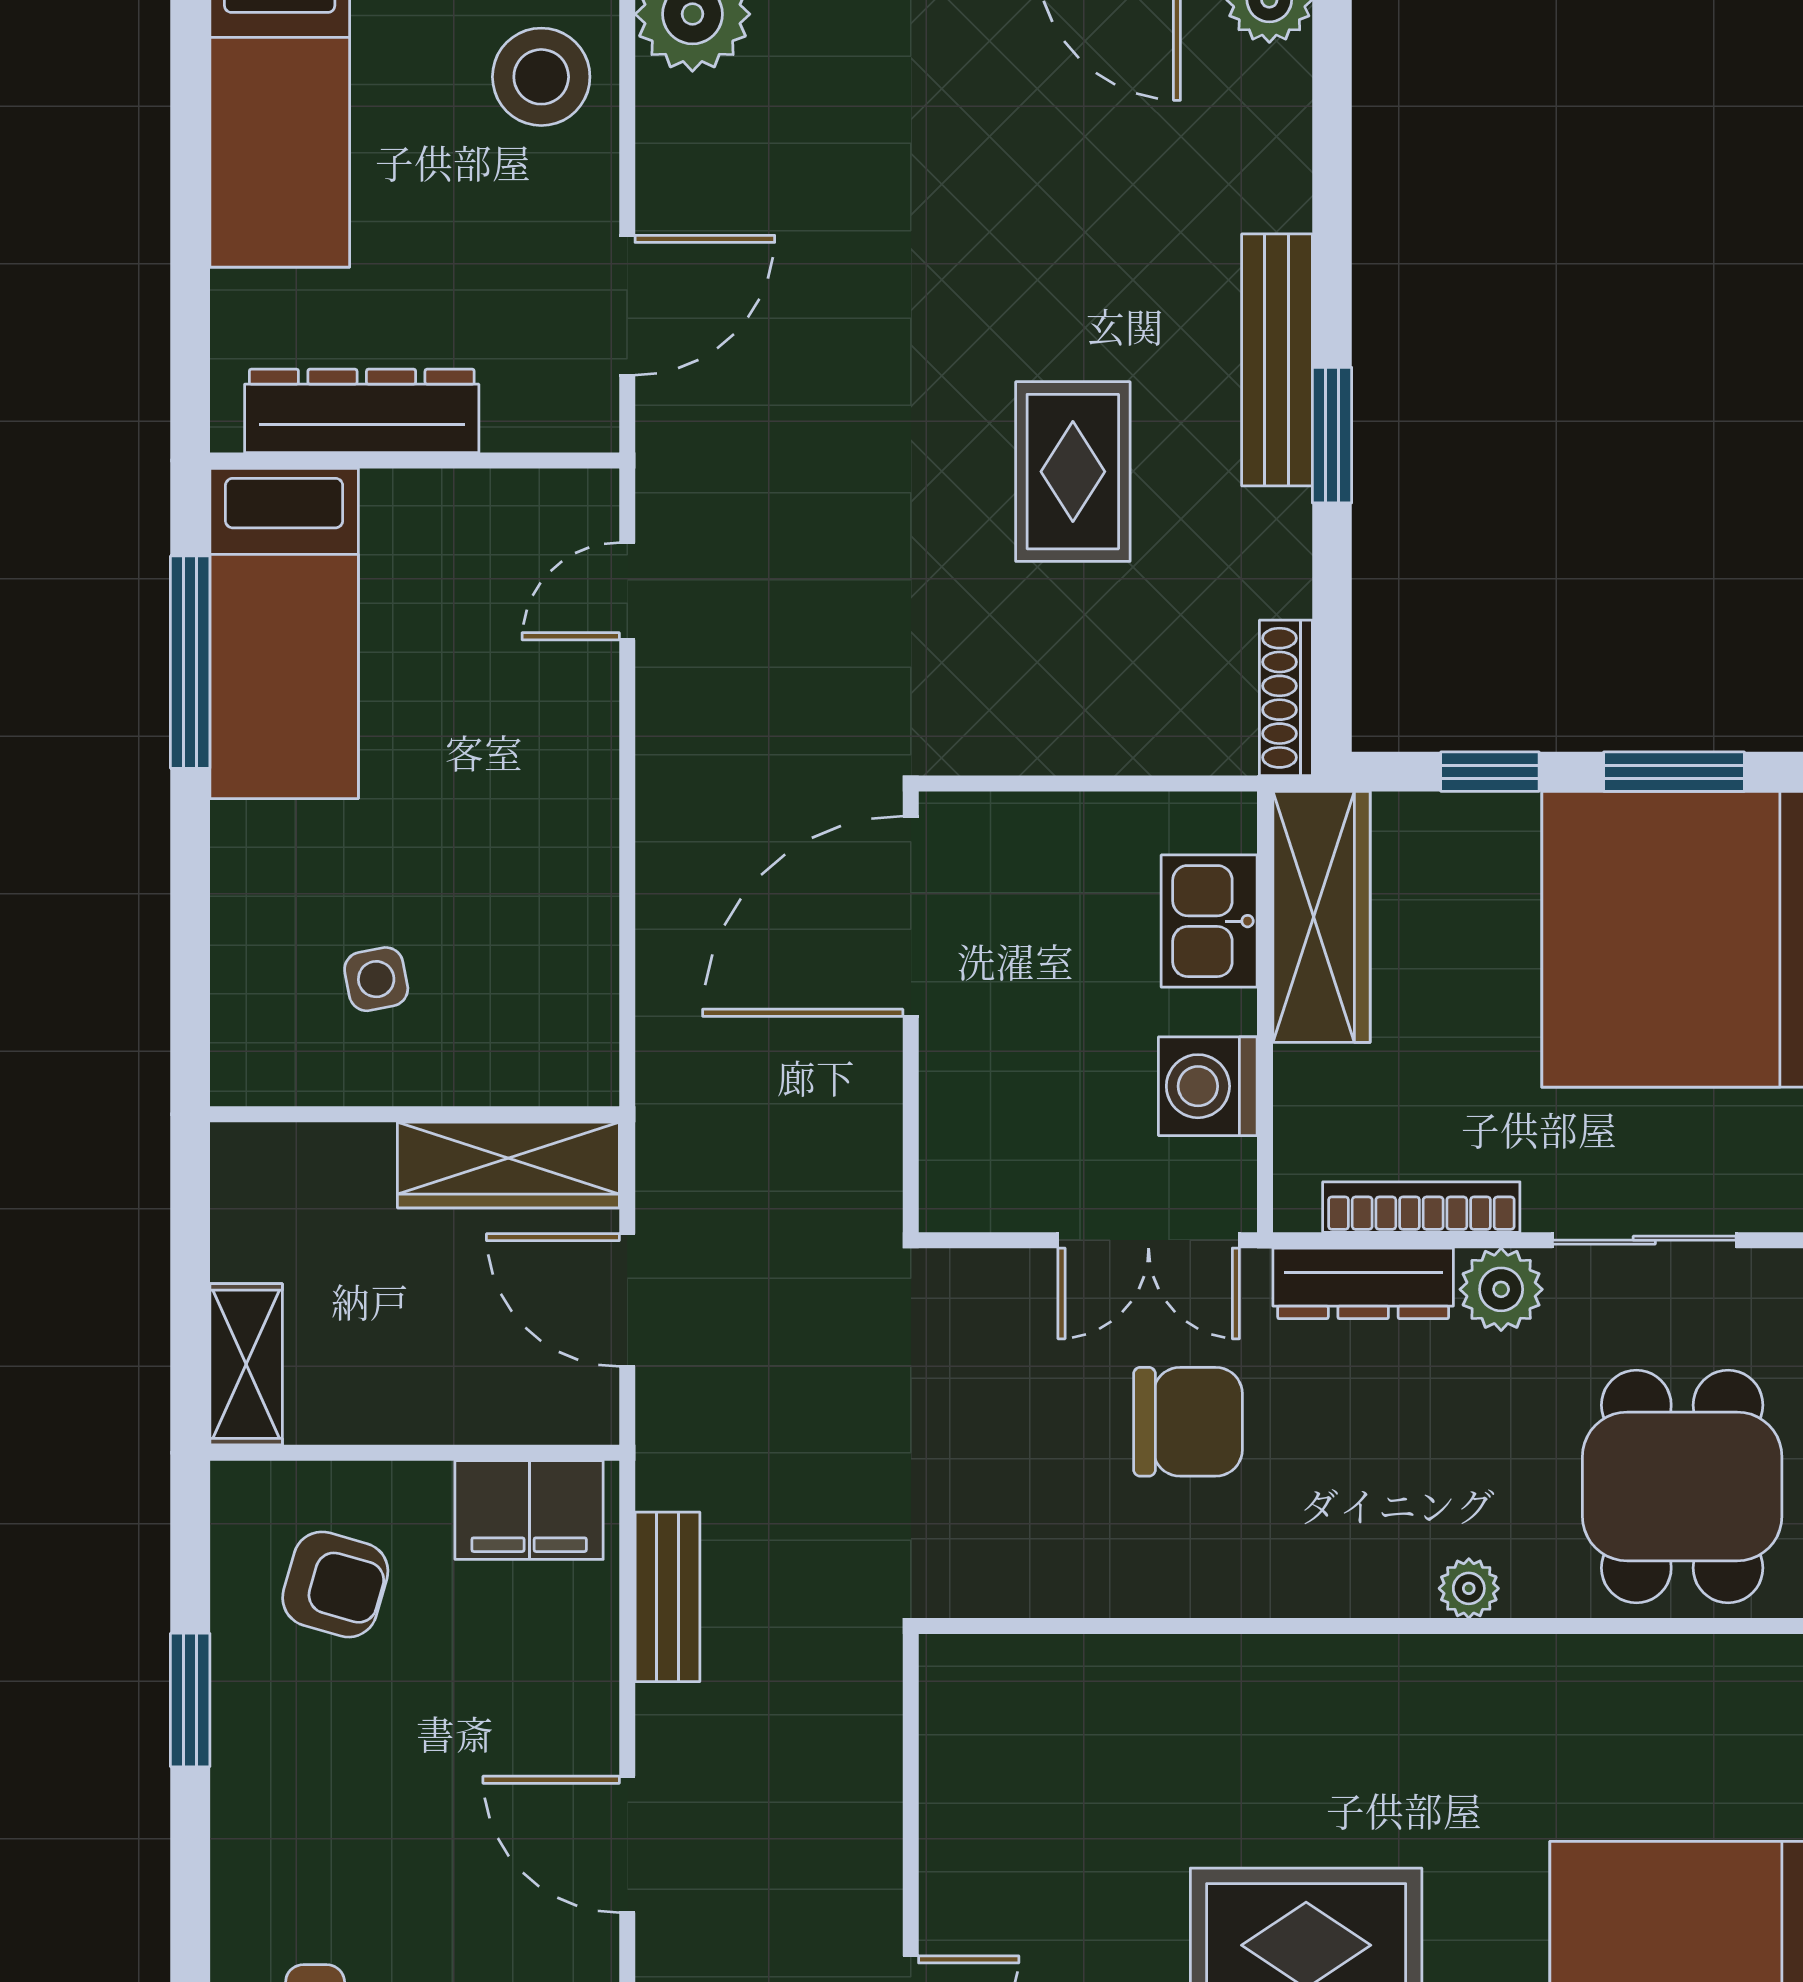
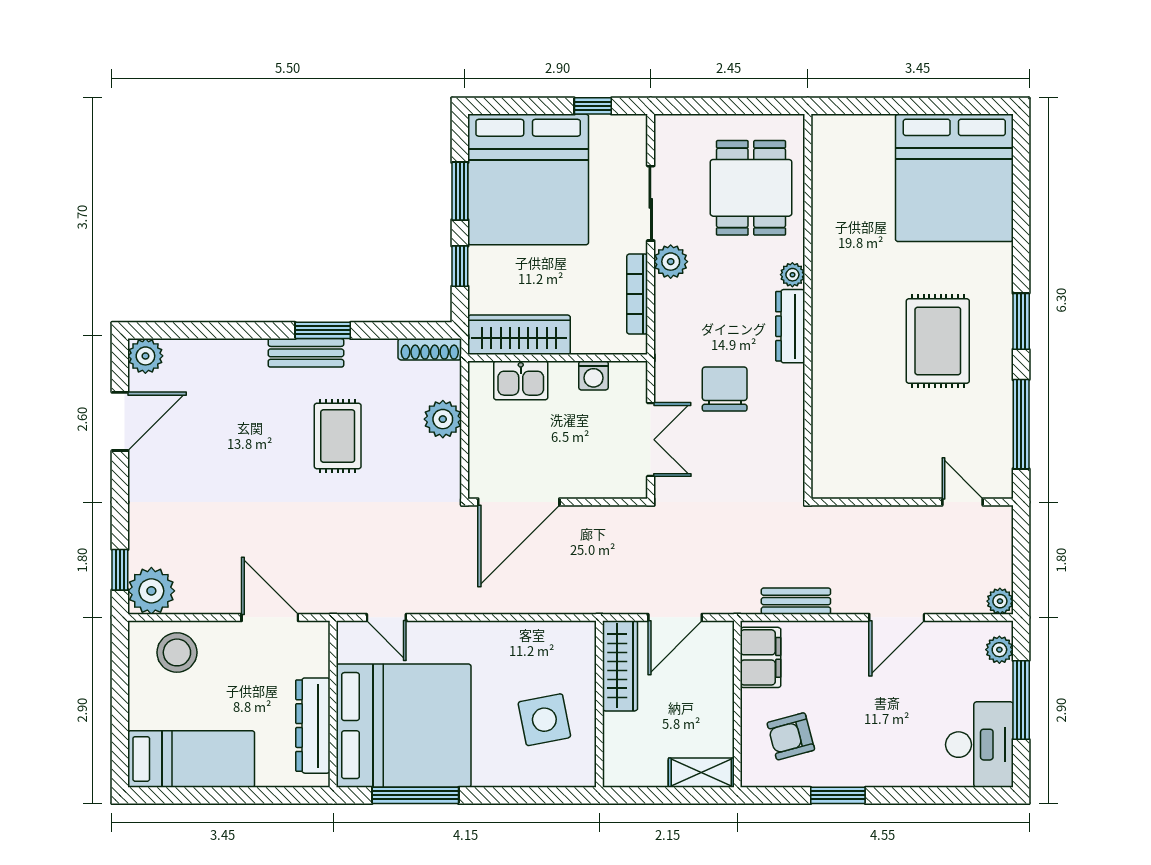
bench: (1277, 360) -> (306, 353), width x0.73
rug: (1073, 472) -> (338, 436), turned 90
bed: (284, 633) -> (404, 726), width x2.04
plant: (1114, 730) -> (443, 419), added
door: (911, 916) -> (519, 502), hinge flipped
side table: (376, 979) -> (544, 720), width x1.87, depth x1.87
washing machine: (1208, 1086) -> (593, 376), width x0.73, depth x0.73
double door: (1149, 1240) -> (651, 440), moved
dresser: (1363, 1283) -> (790, 326), moved, turned 180
dining table: (1682, 1486) -> (751, 188), turned 90
armchair: (335, 1584) -> (791, 736), turned -121

